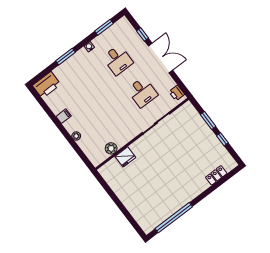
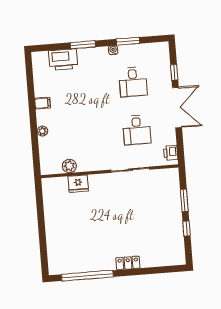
window: (104, 27) -> (128, 41), moved
printer: (47, 85) -> (63, 60), moved
locker: (216, 175) -> (128, 263), moved

